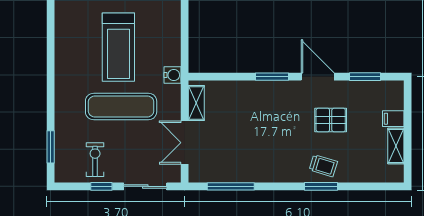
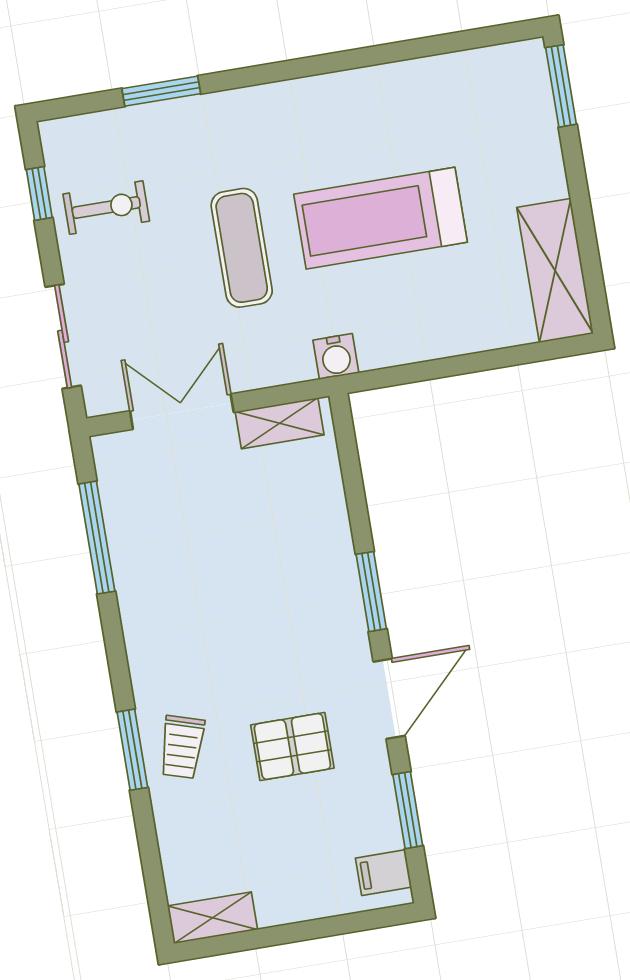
exercise mat: (121, 106) -> (242, 248), width x0.73, depth x0.69
filing cabinet: (393, 119) -> (383, 873), moved, turned -90
pallet: (331, 120) -> (292, 746), turned 90
shelving: (396, 146) -> (213, 918), moved
window: (51, 147) -> (161, 91), moved
window: (101, 186) -> (39, 193), moved

